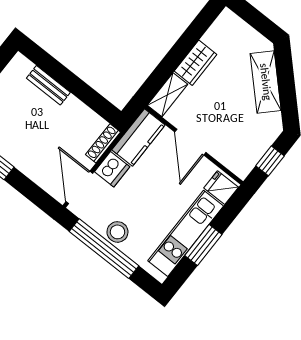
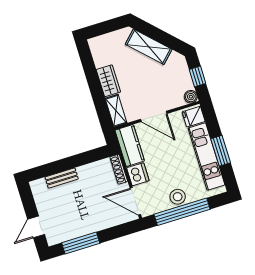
boiler: (242, 169) -> (191, 97), added

